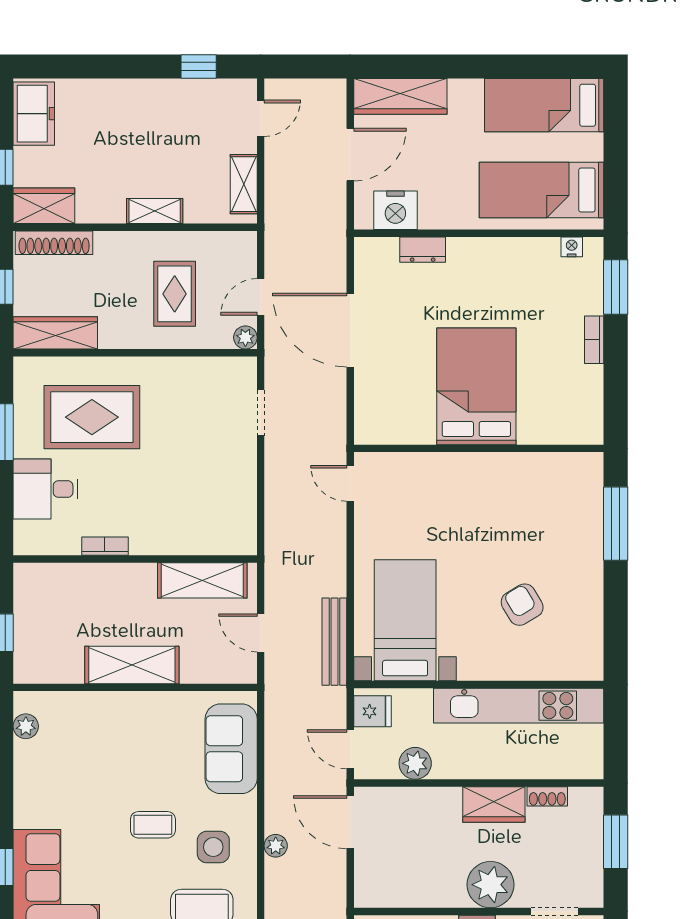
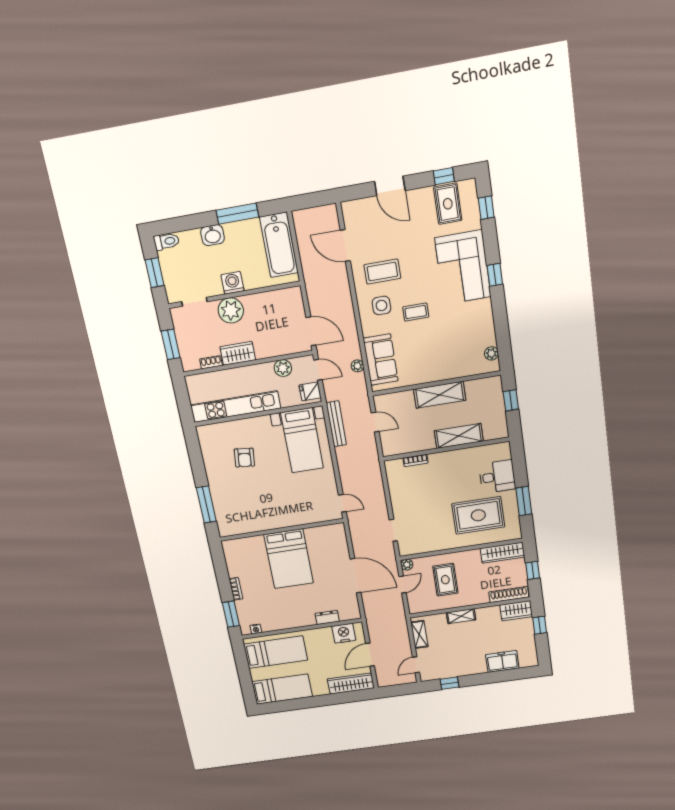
freezer: (34, 114) -> (502, 661), moved, turned 90
bookcase: (105, 546) -> (415, 460), moved
shelving: (202, 580) -> (459, 436), moved
armchair: (522, 605) -> (244, 458), turned 37
plant: (276, 846) -> (357, 366), moved

